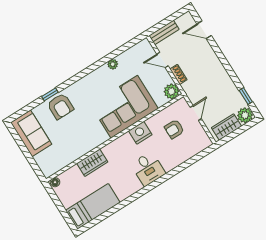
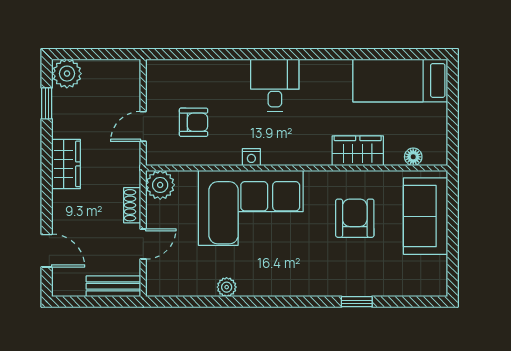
door: (162, 60) -> (143, 244), hinge flipped
armchair: (60, 106) -> (355, 218), moved
wardrobe: (227, 127) -> (66, 164), moved, turned -90
sofa: (31, 133) -> (426, 216), moved
nightstand: (140, 133) -> (251, 157), width x0.53, depth x0.56
floor lamp: (55, 182) -> (413, 157), moved

